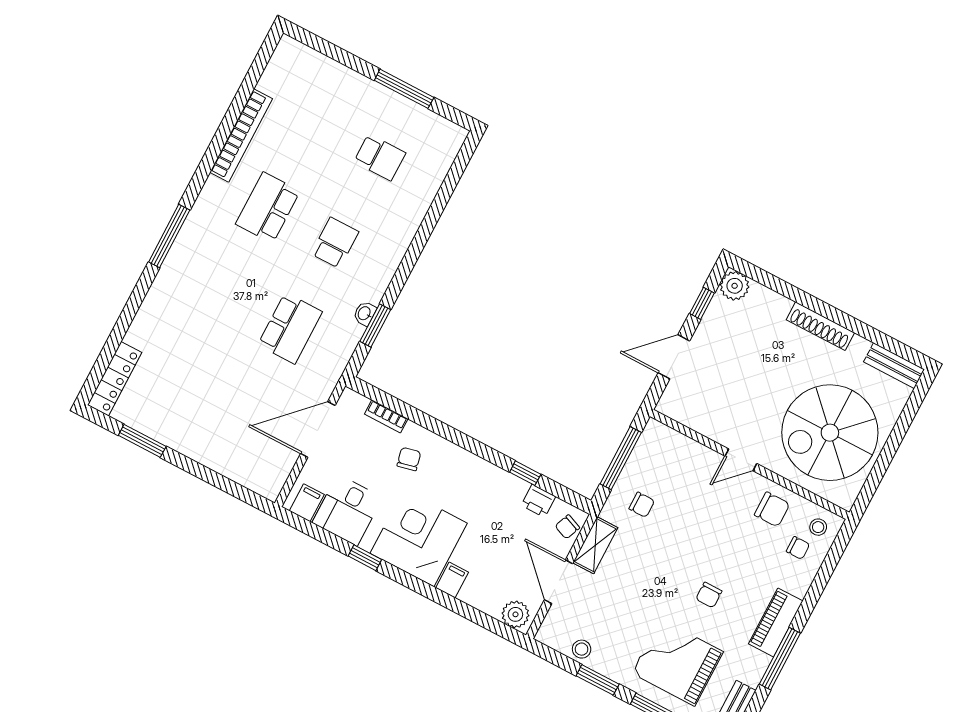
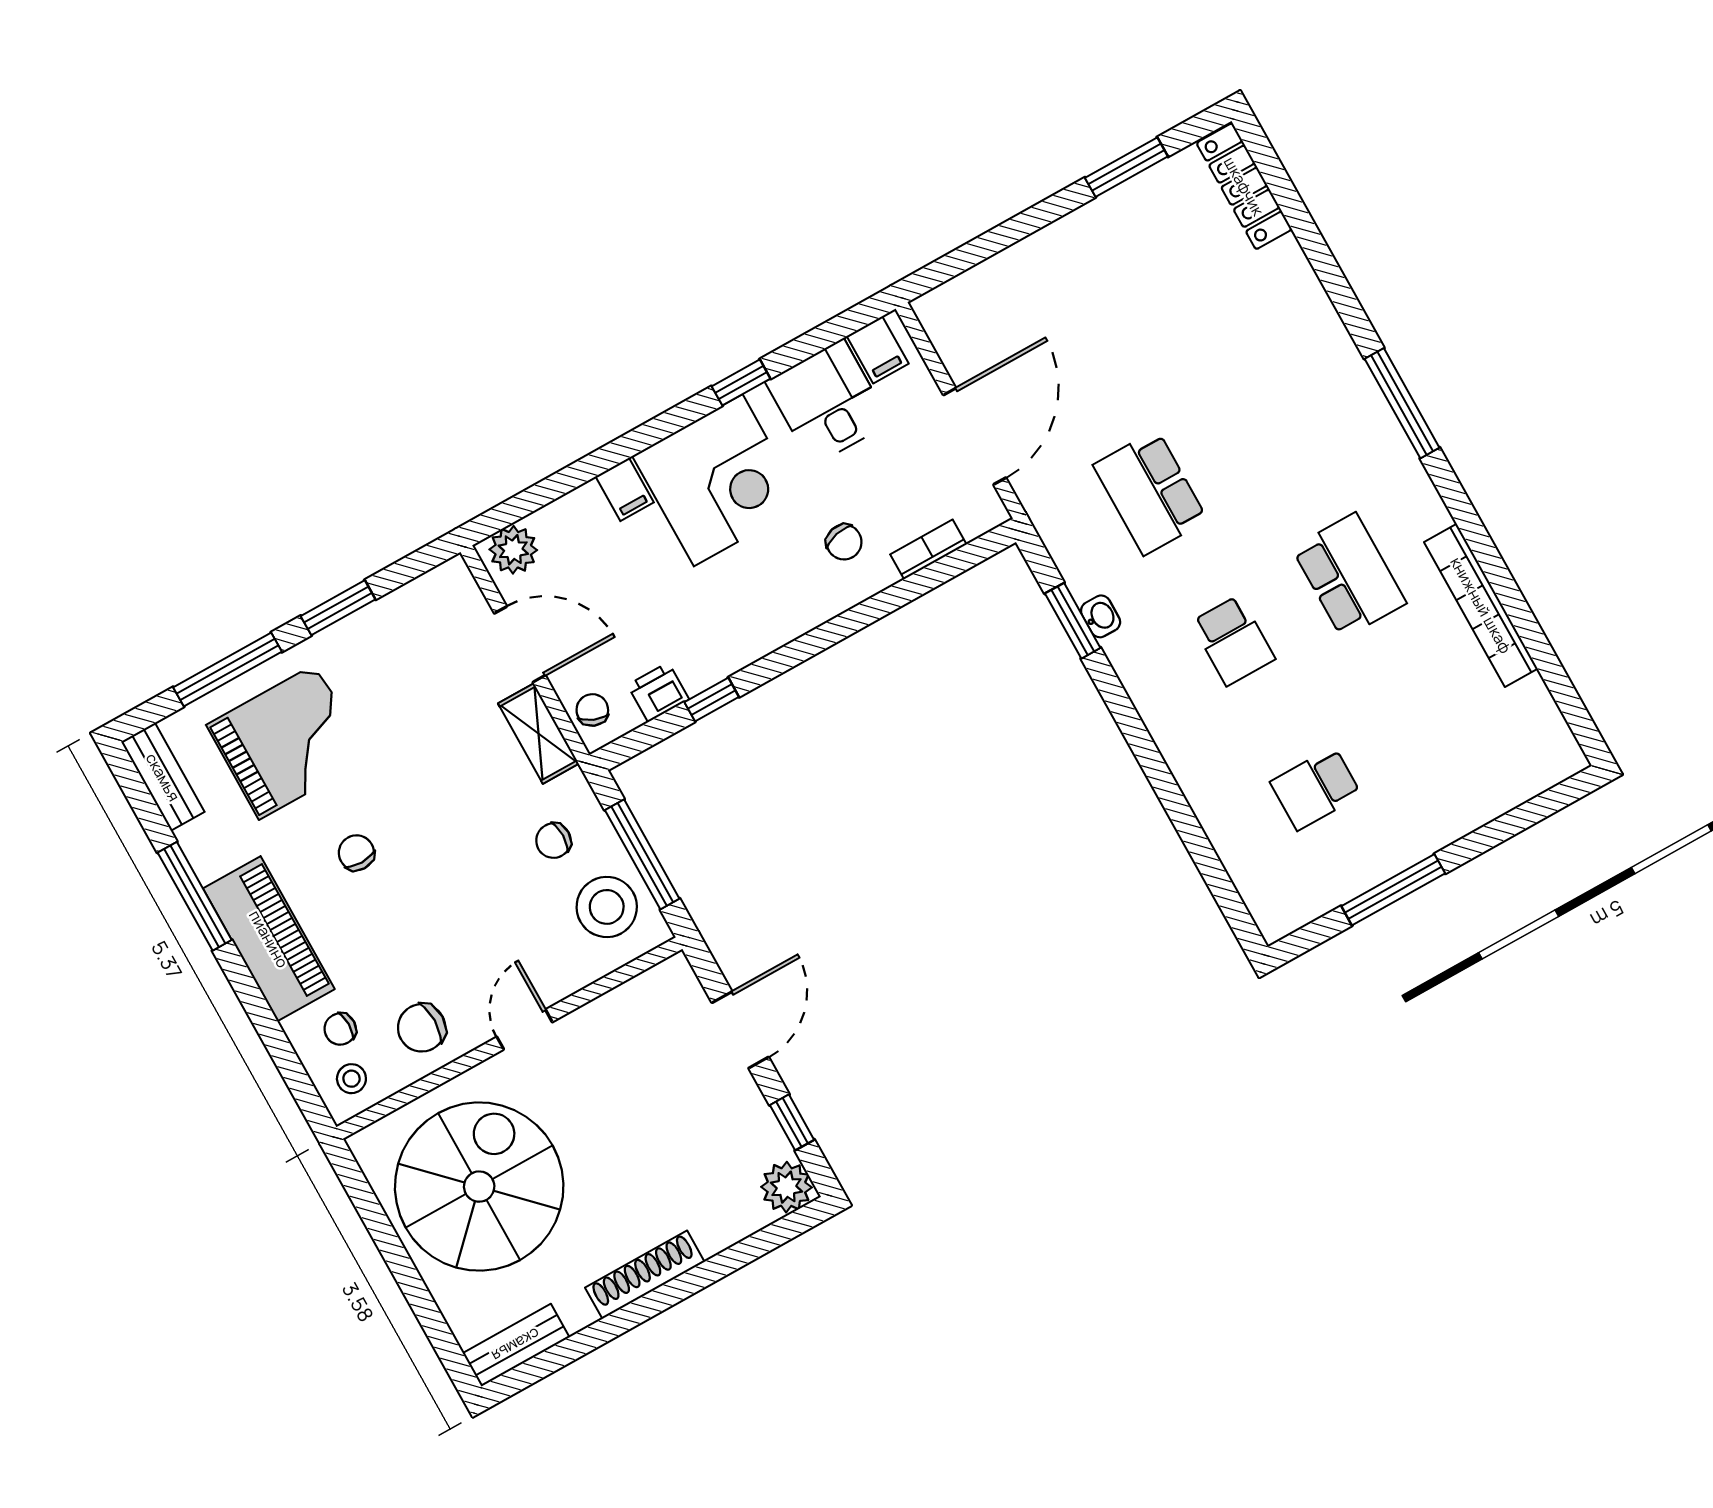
piano: (776, 622) -> (269, 939), width x1.37, depth x1.33
stool: (582, 649) -> (607, 907), moved, width x1.89, depth x1.89

